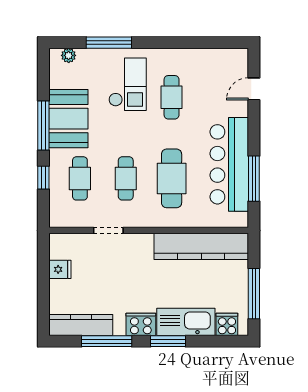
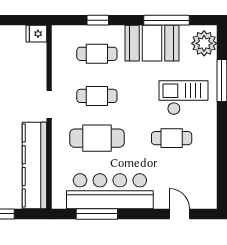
plant: (69, 55) -> (204, 43), width x1.88, depth x1.88
checkout: (128, 84) -> (184, 98), turned 180
window: (43, 126) -> (166, 20), moved
doorway: (108, 230) -> (49, 104), moved
fridge: (60, 269) -> (36, 34), moved, turned 90

